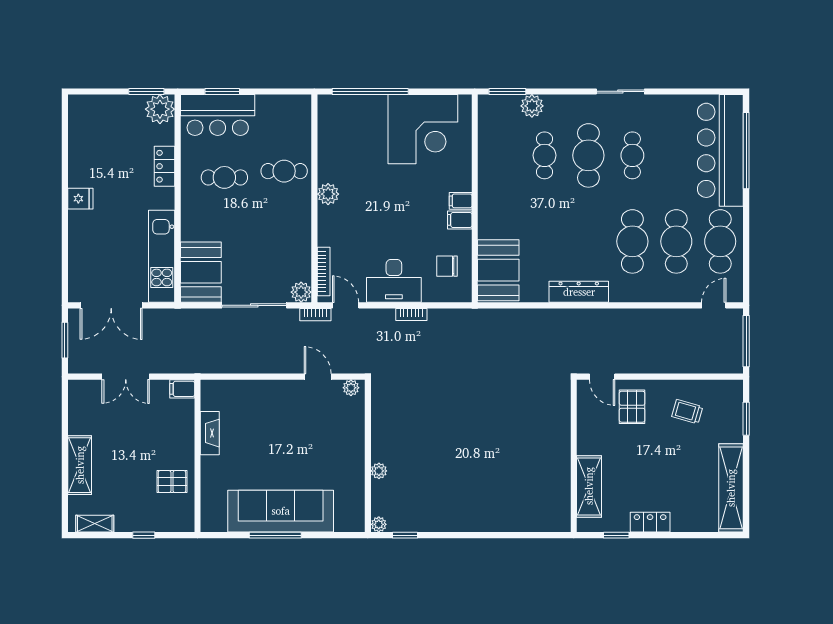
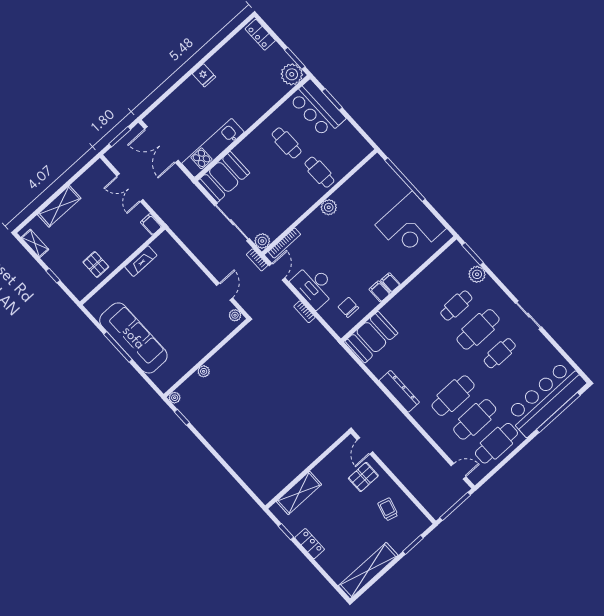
locker: (165, 166) -> (260, 35), moved, turned -90

